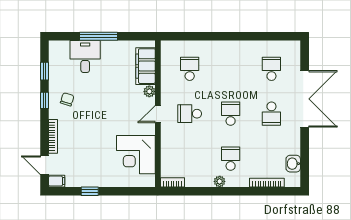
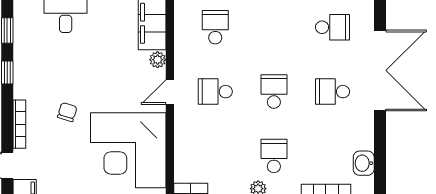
school desk: (271, 69) -> (333, 27), turned 90
chair: (67, 99) -> (67, 112), moved
school desk: (271, 114) -> (333, 92), turned 90
corner desk: (136, 155) -> (128, 150), width x1.36, depth x1.36

